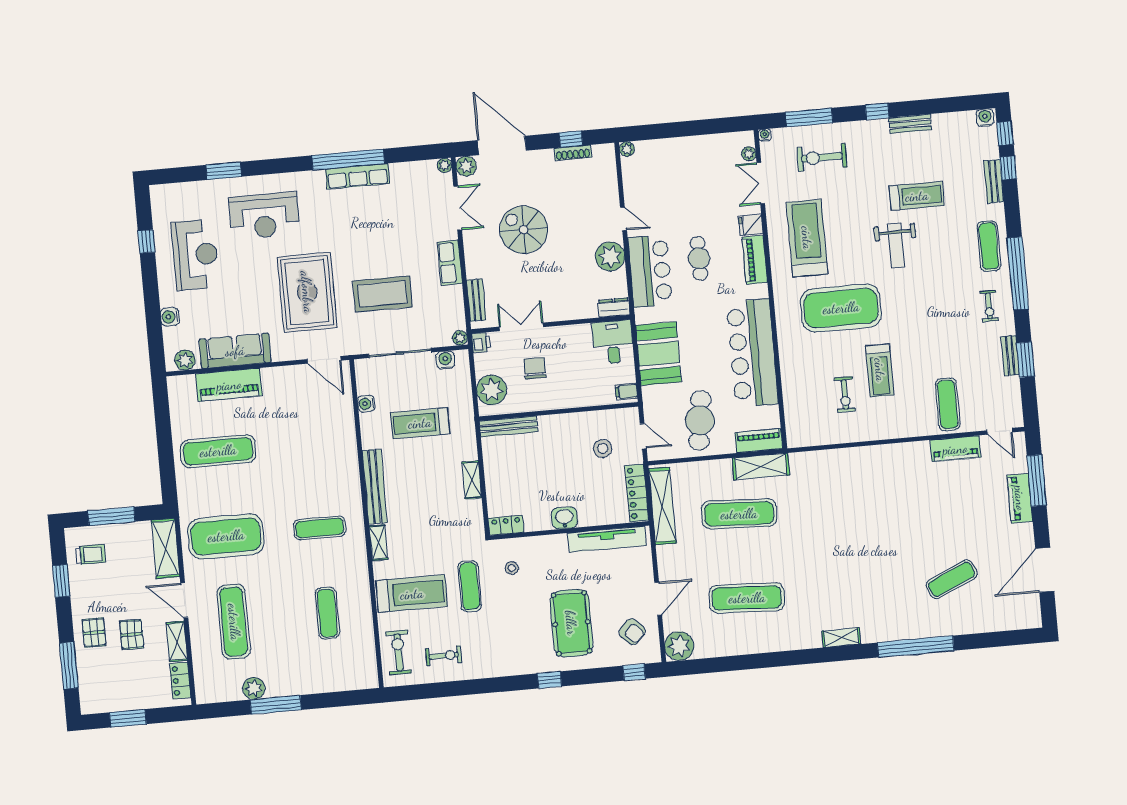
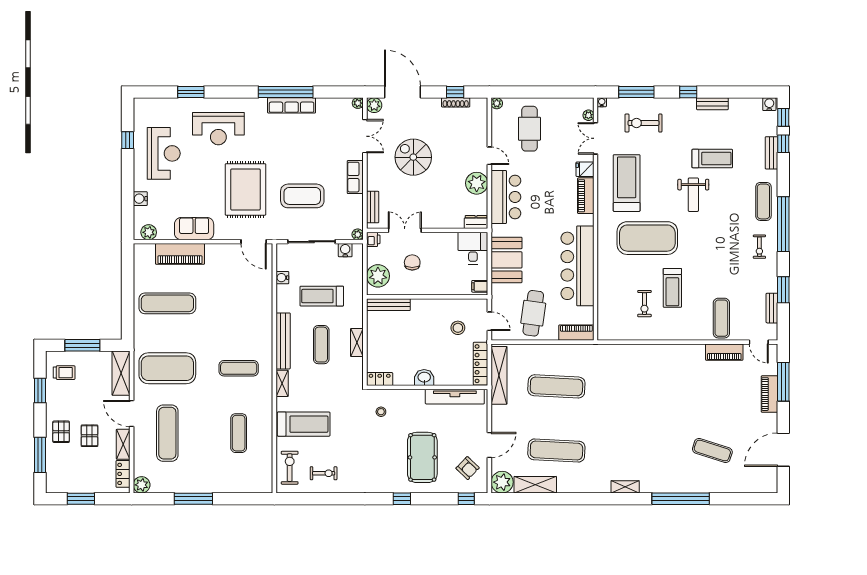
cafe table: (699, 258) -> (529, 129), moved, width x1.37, depth x1.35
sofa: (235, 351) -> (194, 229), width x0.73
bench: (1010, 356) -> (772, 308), moved
shelving: (761, 466) -> (535, 485), moved
exercise mat: (952, 579) -> (712, 450), turned 42
exercise mat: (470, 586) -> (321, 345), moved
plant: (254, 688) -> (142, 485), moved

